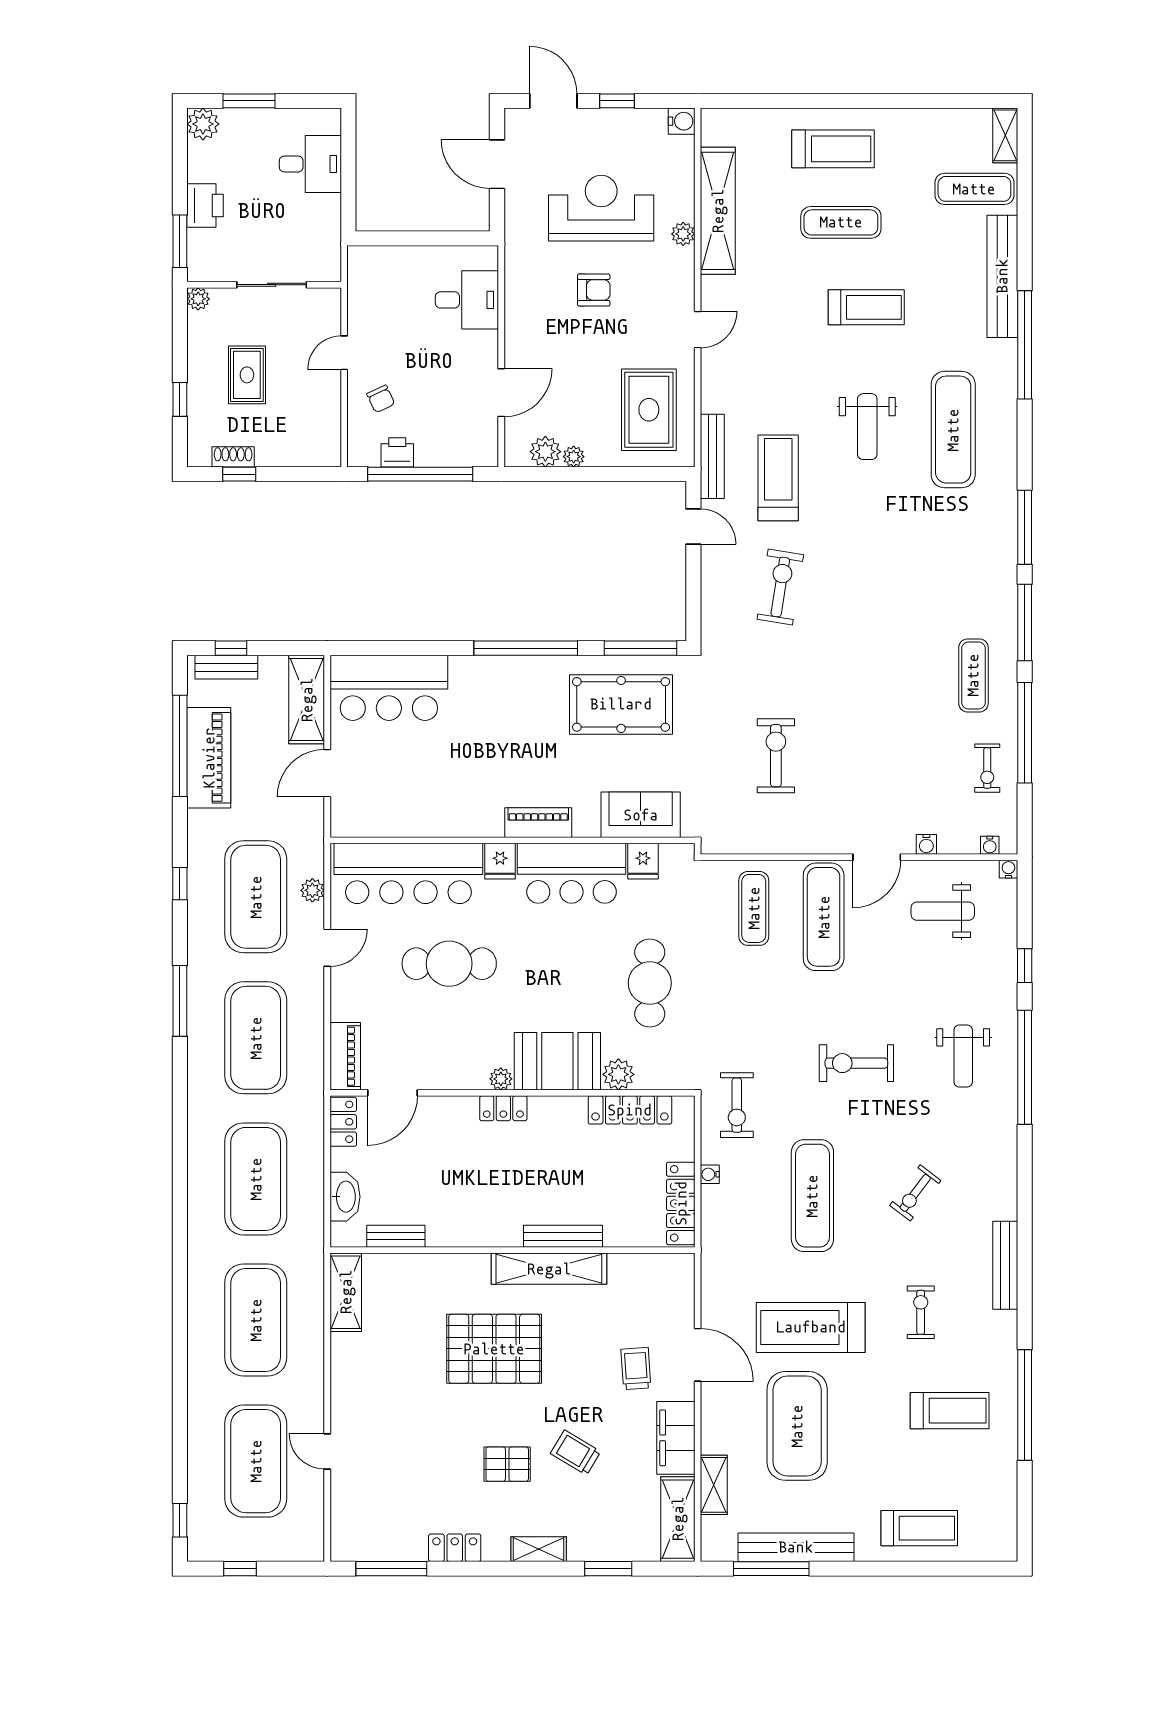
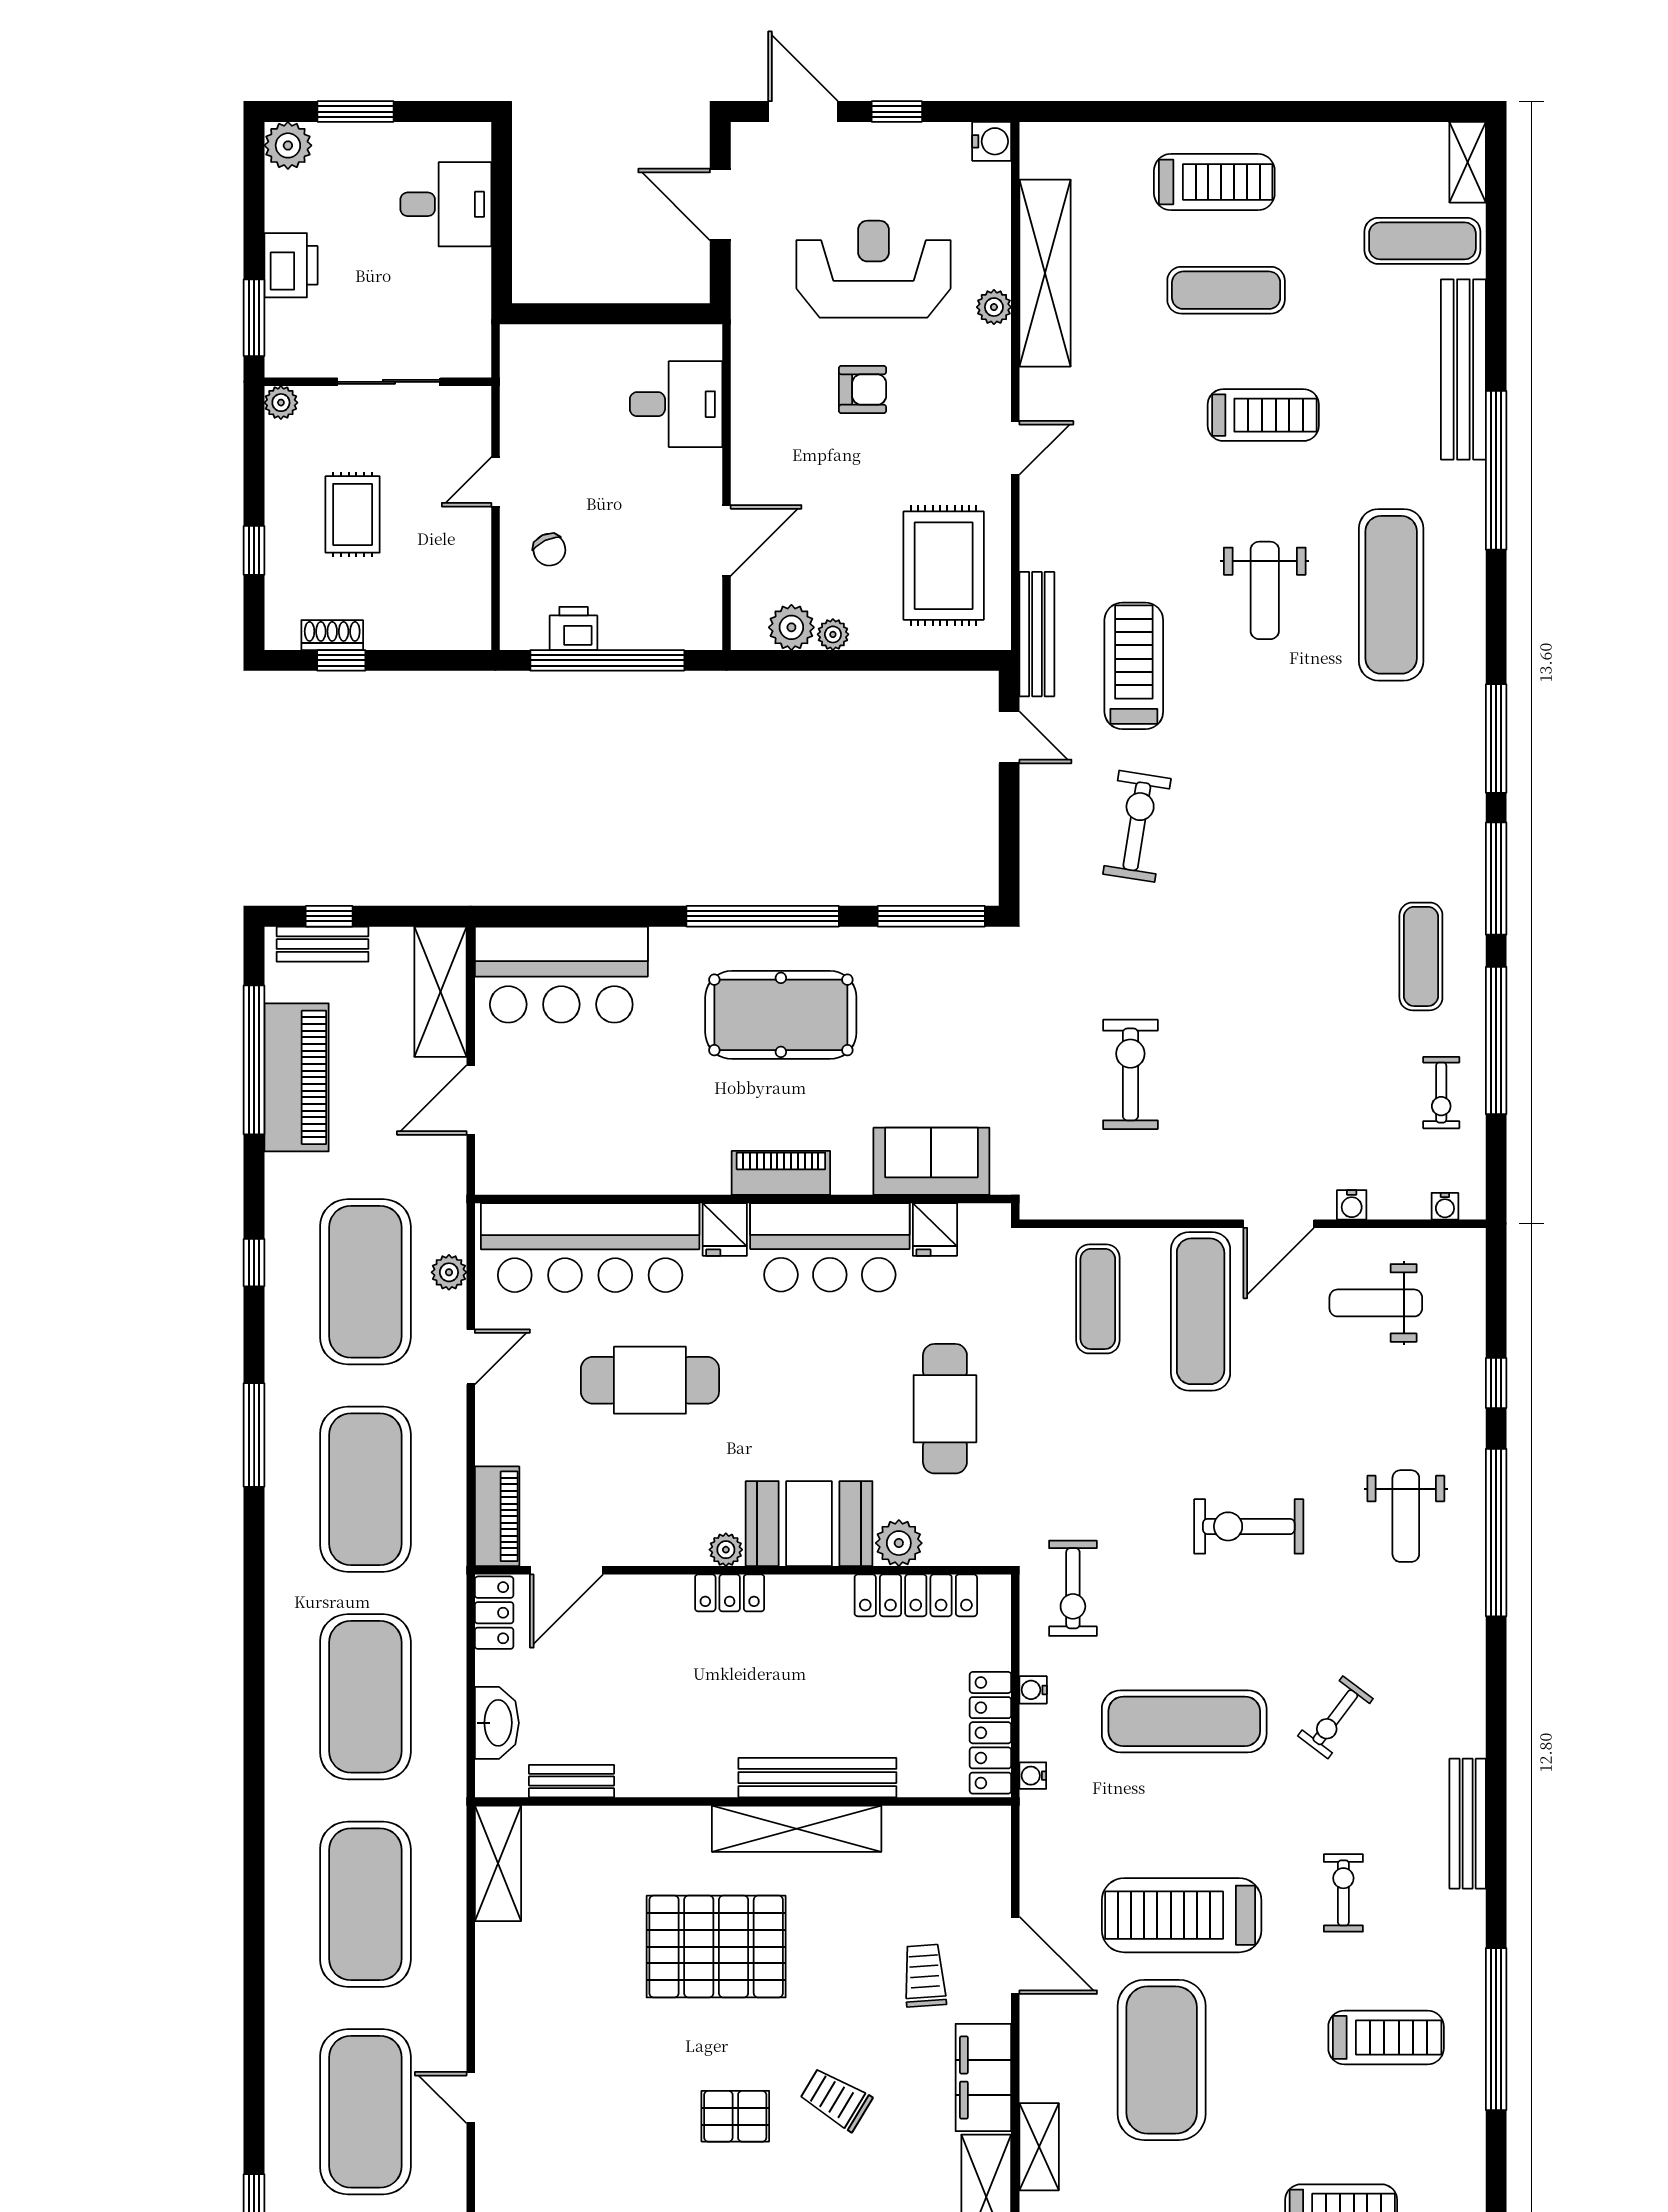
pool table: (621, 704) -> (781, 1015), moved
water cooler: (1008, 869) -> (1033, 1776), moved, turned -90
exercise mat: (812, 1196) -> (1184, 1721), turned 90
bench: (563, 1236) -> (817, 1778), width x1.37, depth x1.21

